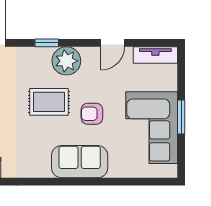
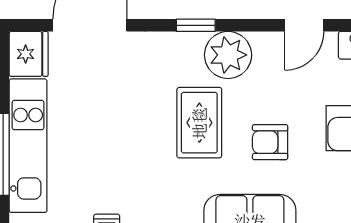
rug: (49, 102) -> (199, 123), turned 90

